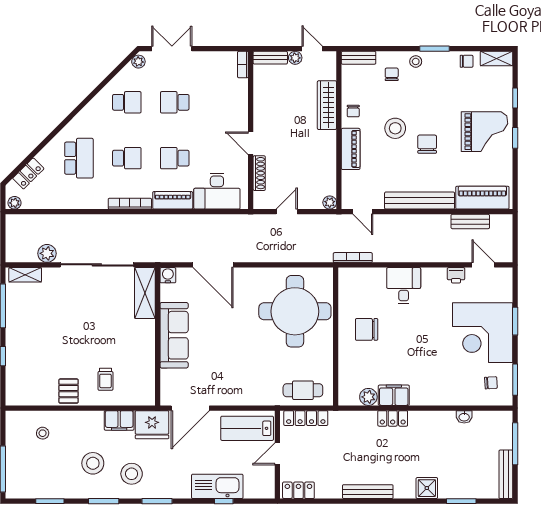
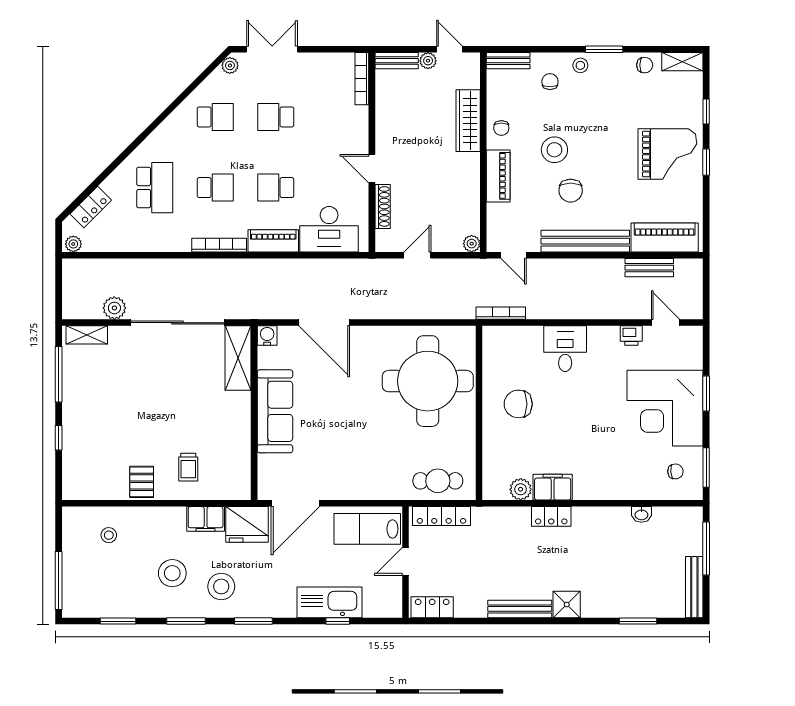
bookcase: (243, 65) -> (362, 79), width x1.56
chair: (427, 144) -> (571, 191), moved, turned 180
shower: (427, 488) -> (567, 604), moved

